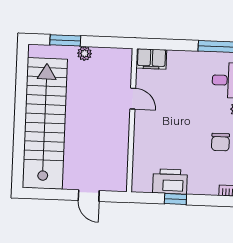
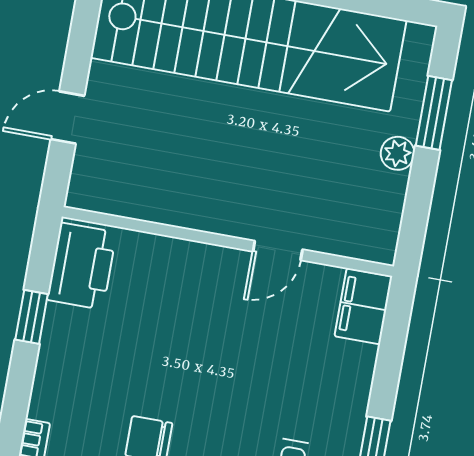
printer: (170, 182) -> (82, 266), moved

